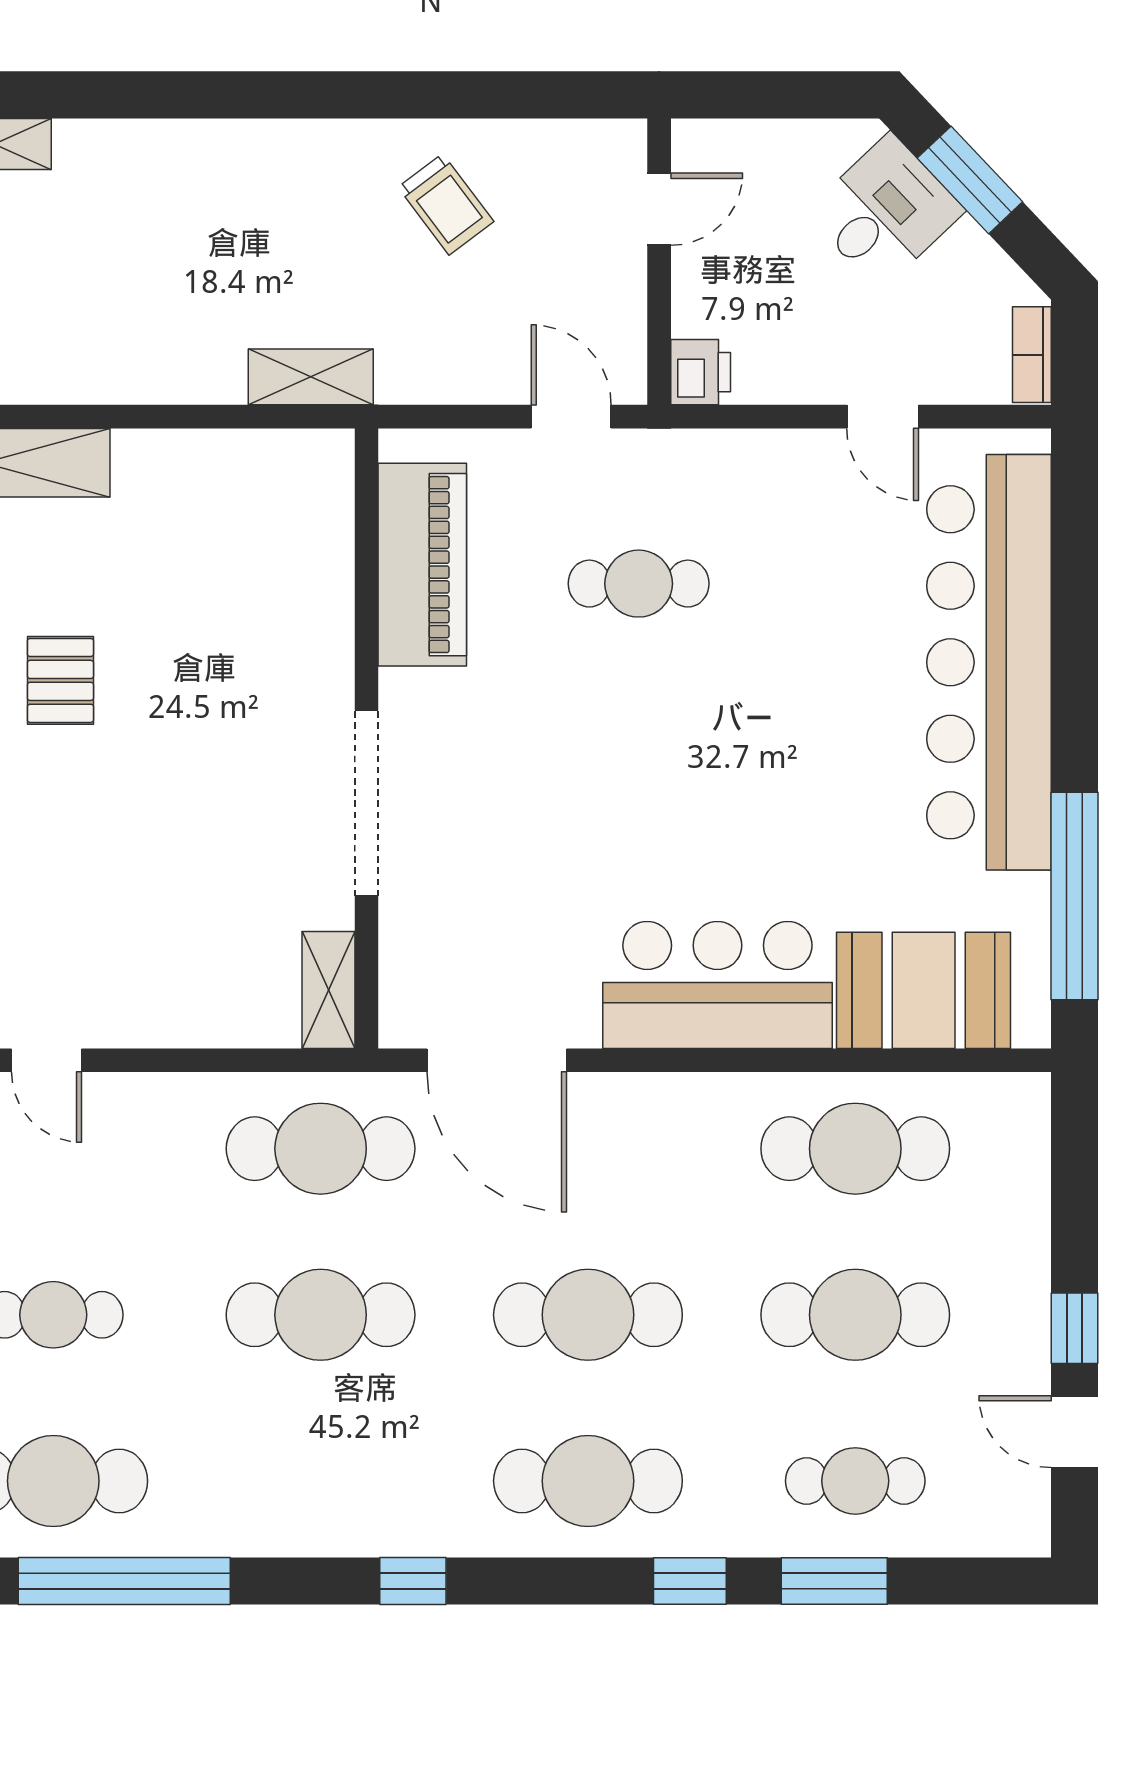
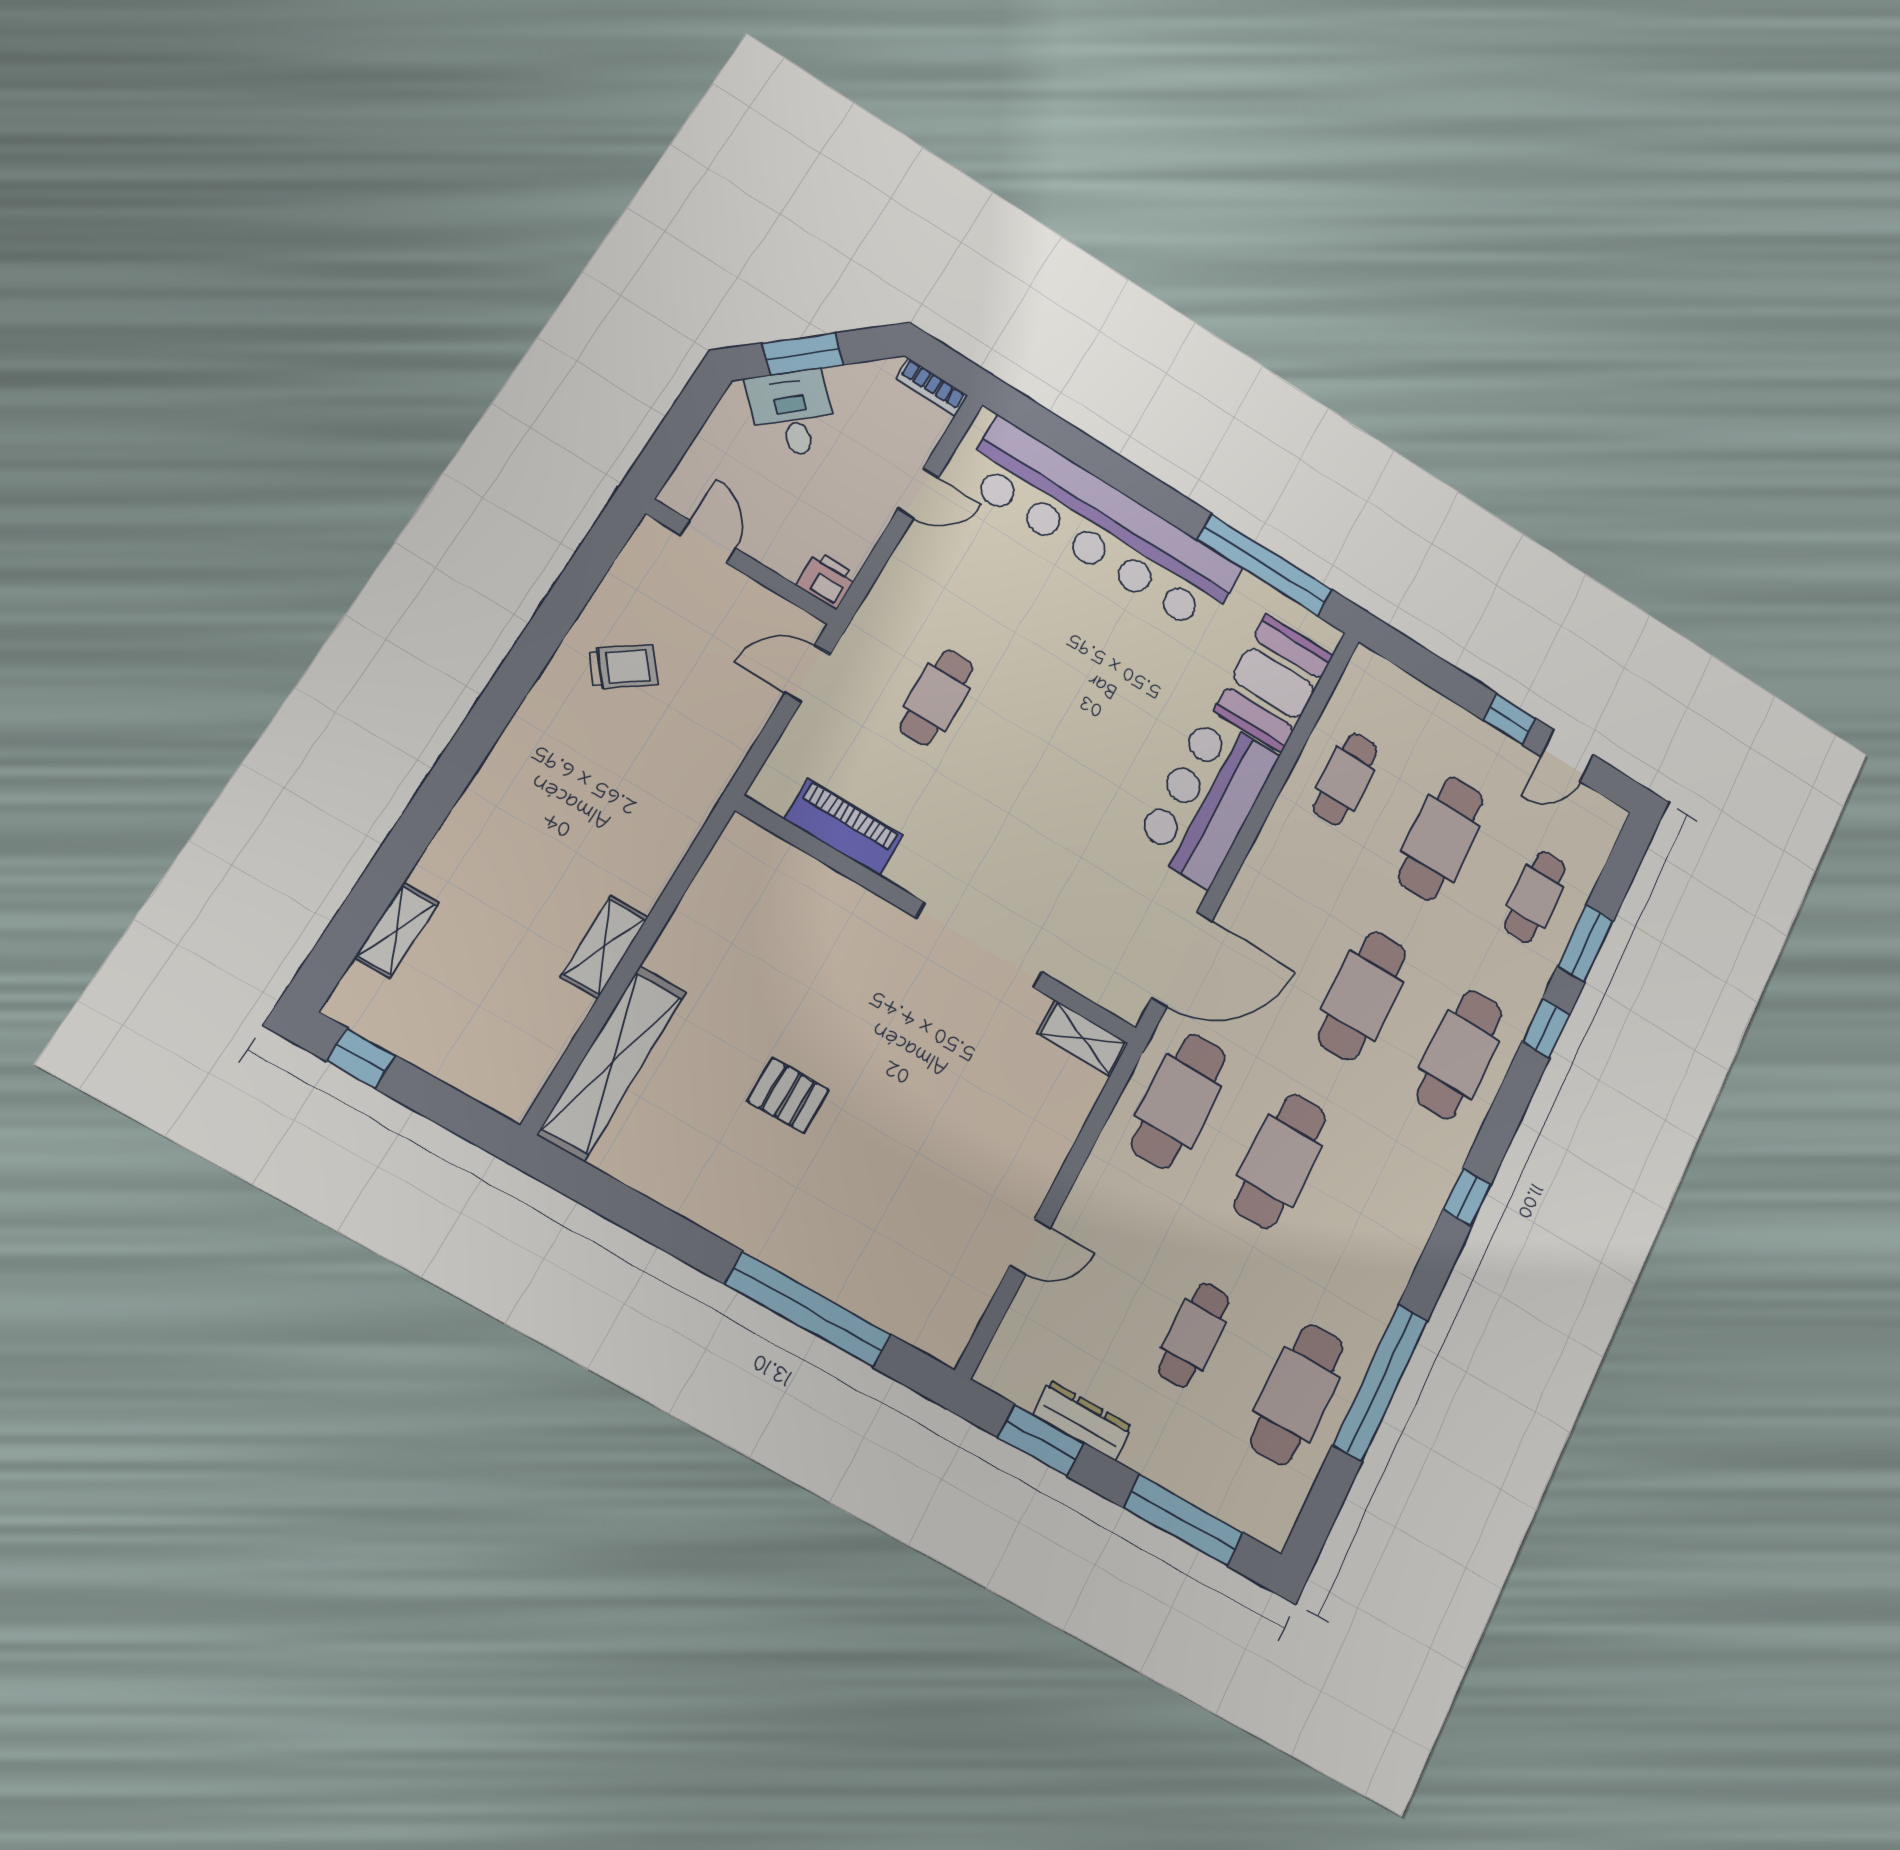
shelving: (311, 377) -> (604, 947), moved
piano: (422, 565) -> (844, 827), width x0.73, depth x0.75
cafe table: (855, 1149) -> (1345, 779), width x0.73, depth x0.74

